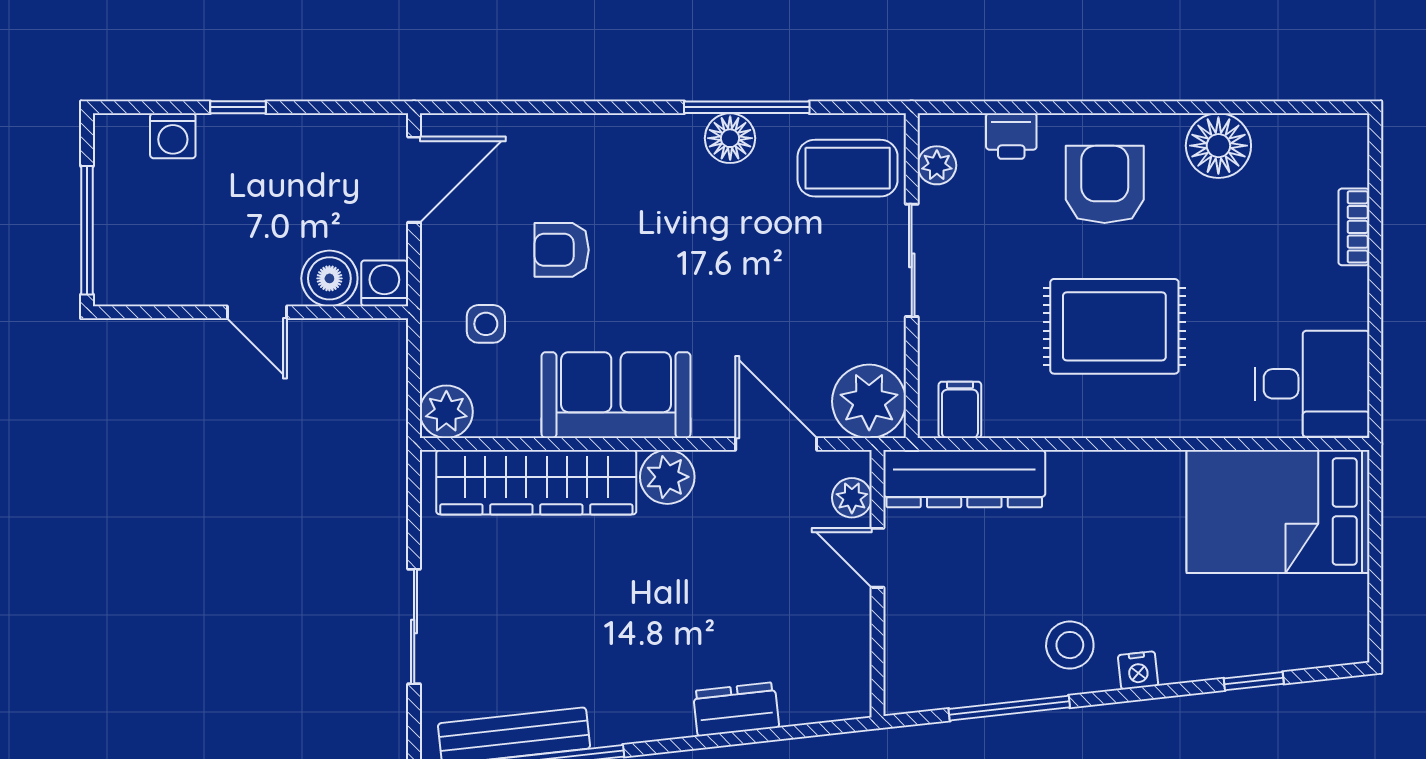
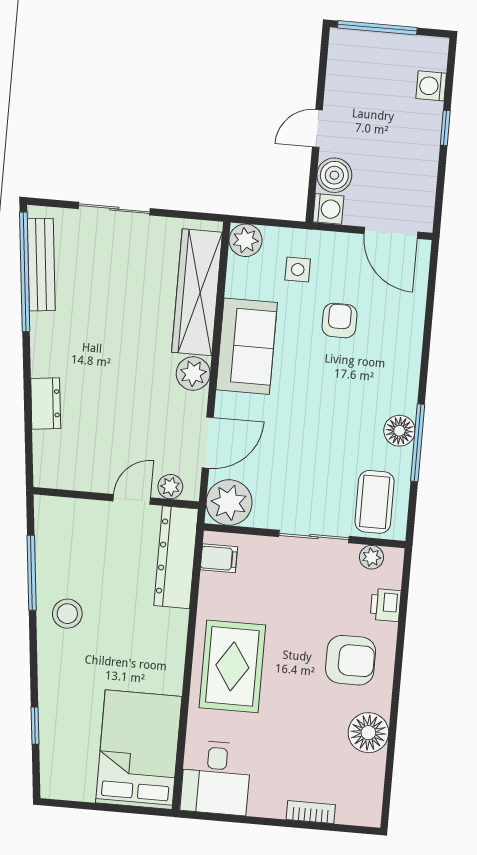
rug: (1114, 326) -> (232, 666), moved
nightstand: (1138, 670) -> (48, 654), removed

